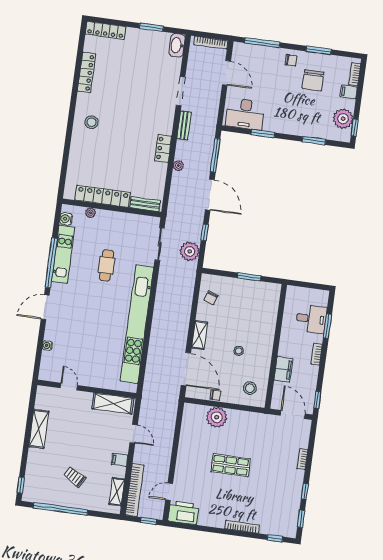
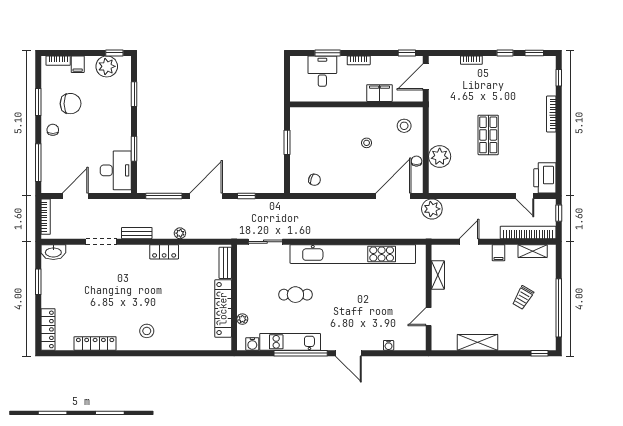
plant: (190, 251) -> (432, 209), moved
shelving: (200, 335) -> (355, 186), removed
shelving: (113, 403) -> (438, 275), width x0.67, depth x0.75

